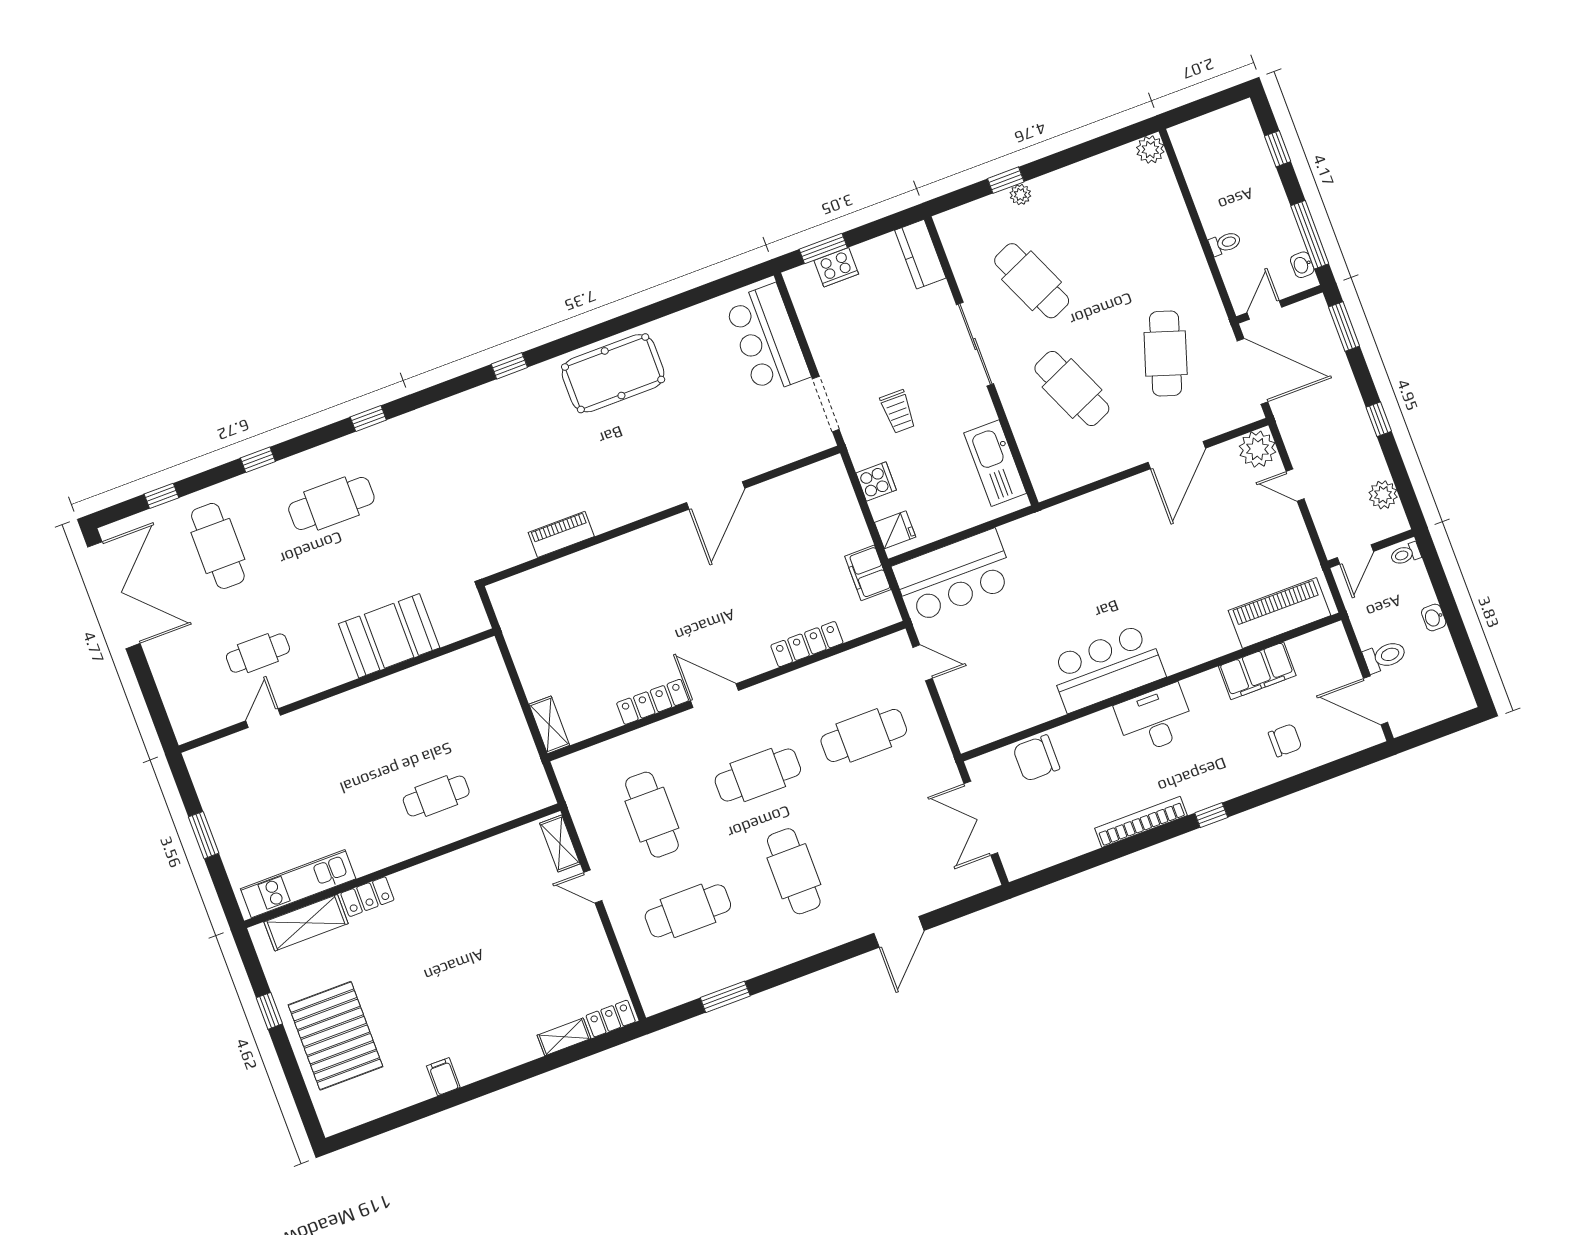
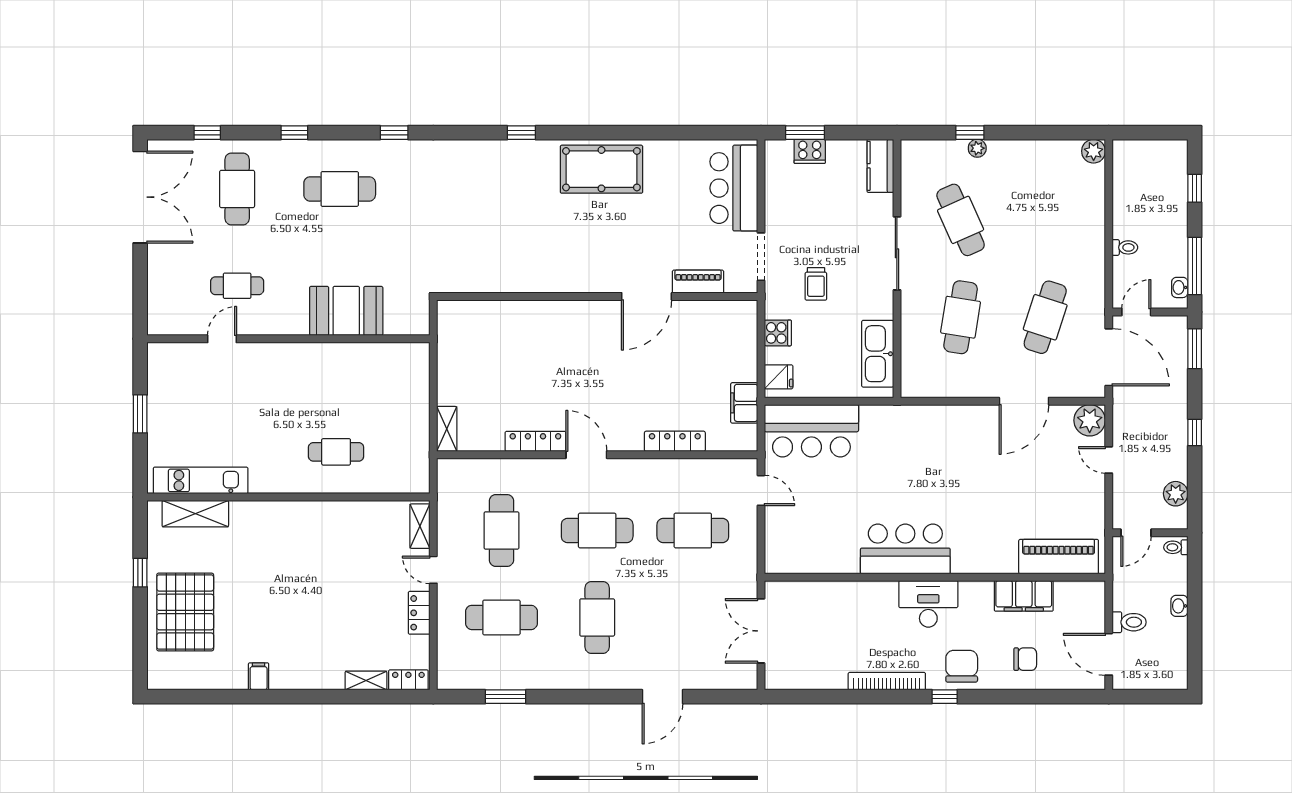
cafe table: (1072, 388) -> (961, 317), turned 33
piano: (561, 534) -> (698, 282), moved
chair: (1036, 758) -> (962, 666), moved, turned 90
locker: (367, 897) -> (419, 613), moved, turned 90

